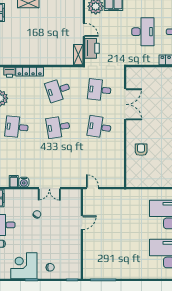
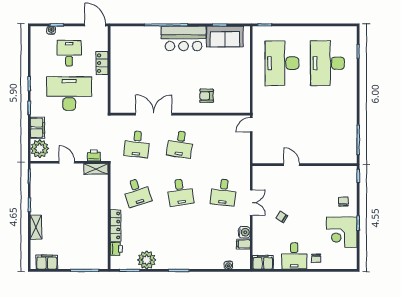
door: (84, 30) -> (67, 162), hinge flipped
desk: (143, 32) -> (69, 94), width x1.36, depth x1.30
printer: (92, 48) -> (94, 156), width x0.53, depth x0.68
desk: (17, 127) -> (223, 192), moved
door: (93, 188) -> (251, 125), moved

